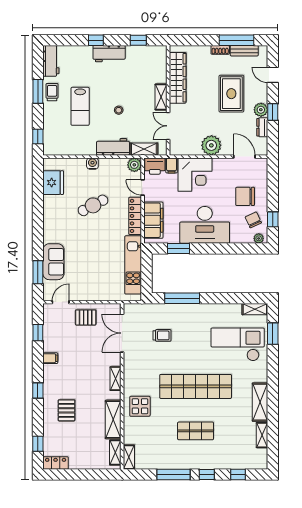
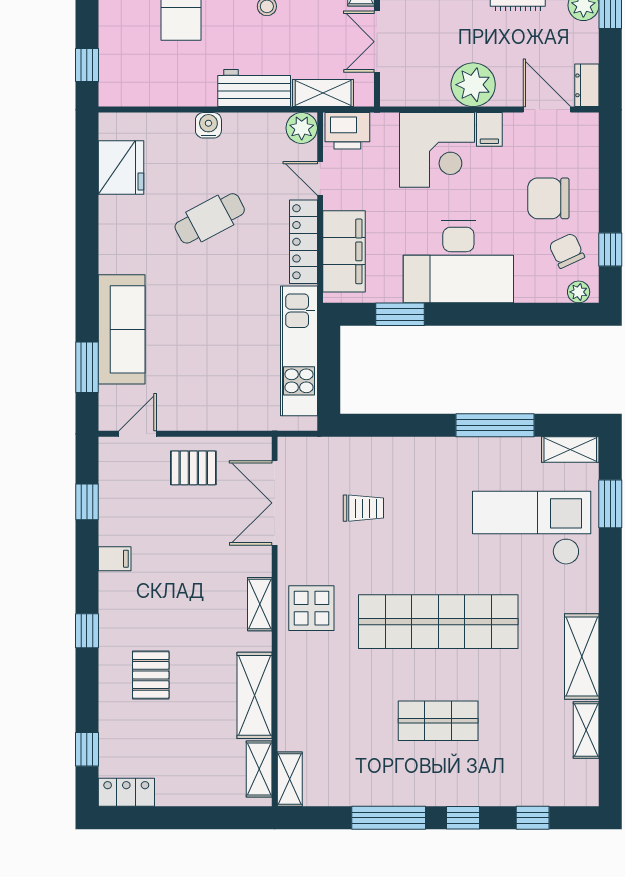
dresser: (262, 127) -> (587, 85), moved
filing cabinet: (172, 165) -> (489, 129), moved
sofa: (53, 262) -> (122, 329), width x1.36
window: (182, 298) -> (495, 425), moved
display table: (140, 406) -> (311, 608), moved

